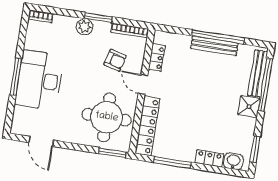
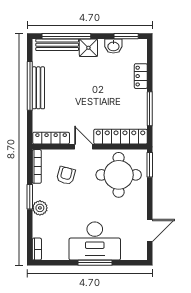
locker: (157, 58) -> (51, 138), width x1.53
door: (143, 84) -> (83, 147), swing flipped
washbasin: (233, 161) -> (113, 46), moved, turned -90

